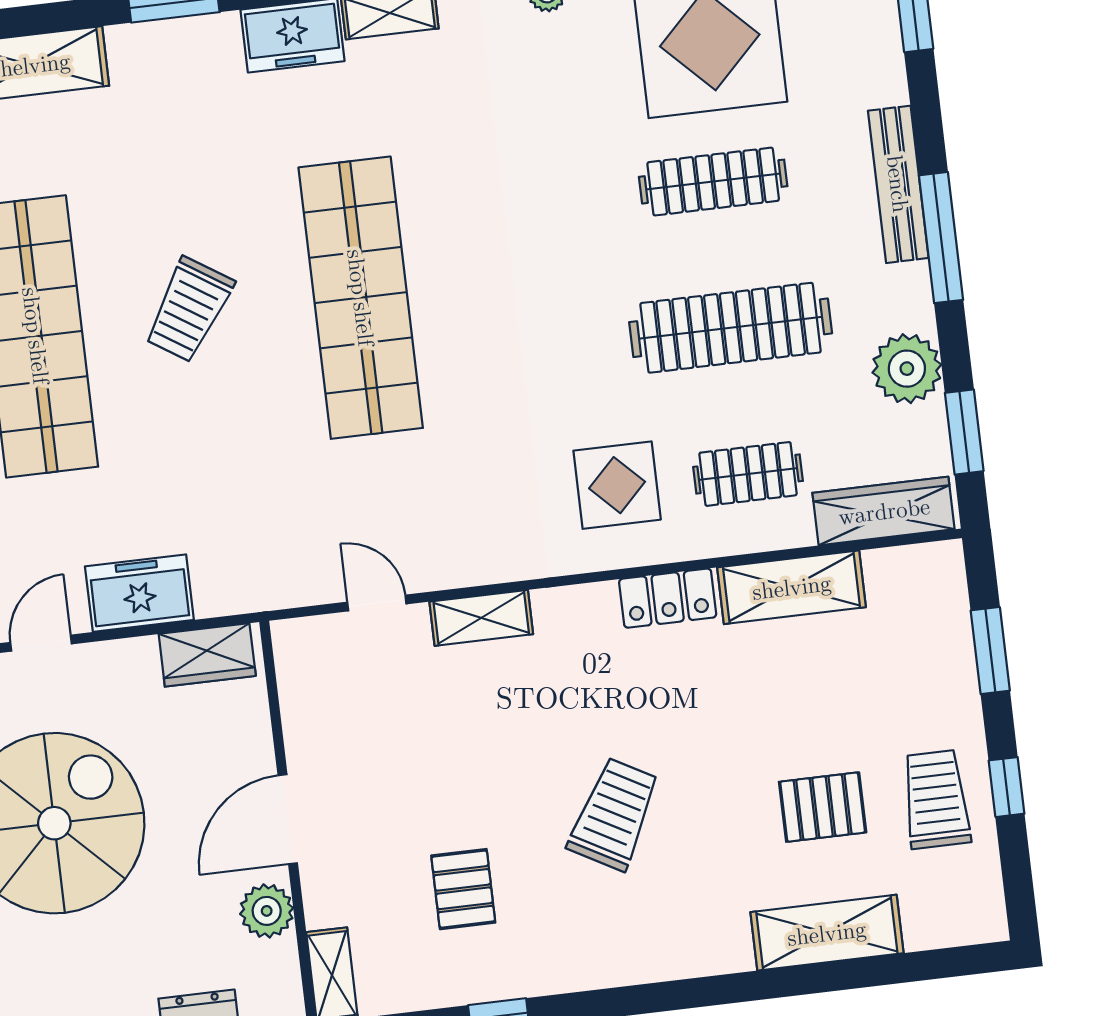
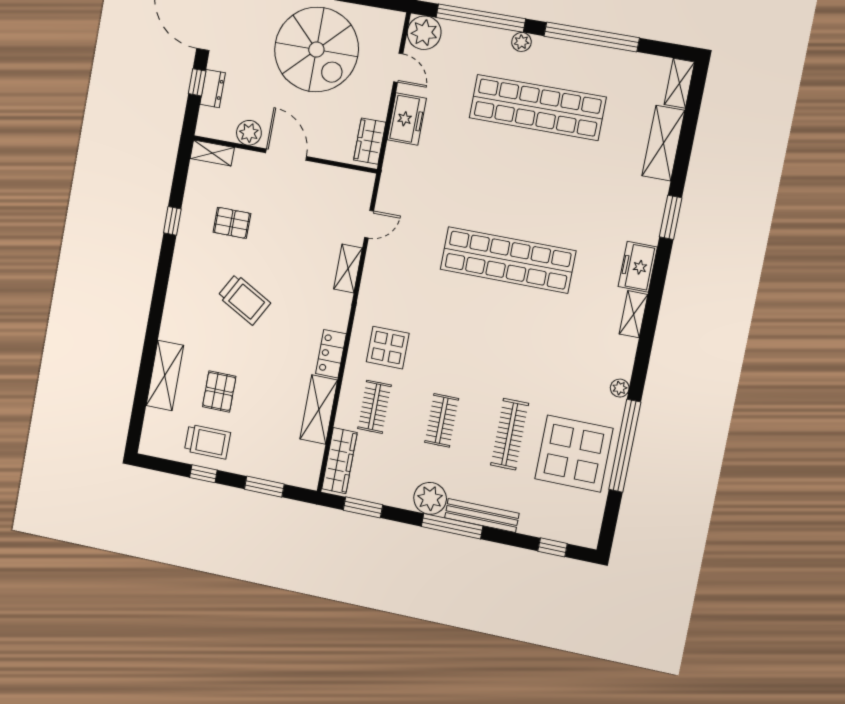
trolley: (189, 310) -> (527, 181), removed
clothes rail: (731, 328) -> (442, 420), width x0.54, depth x0.76
plant: (907, 369) -> (430, 498), moved

